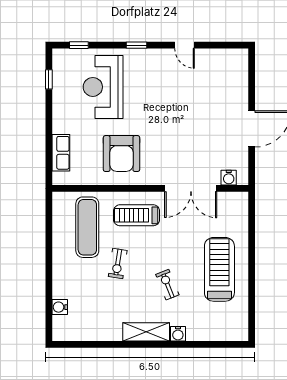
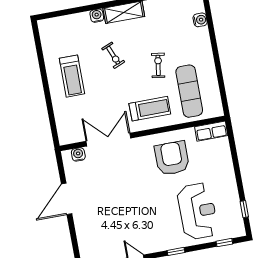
row of seats: (61, 153) -> (211, 131), moved, turned -90
treadmill: (219, 269) -> (72, 76), width x0.73, depth x0.73

